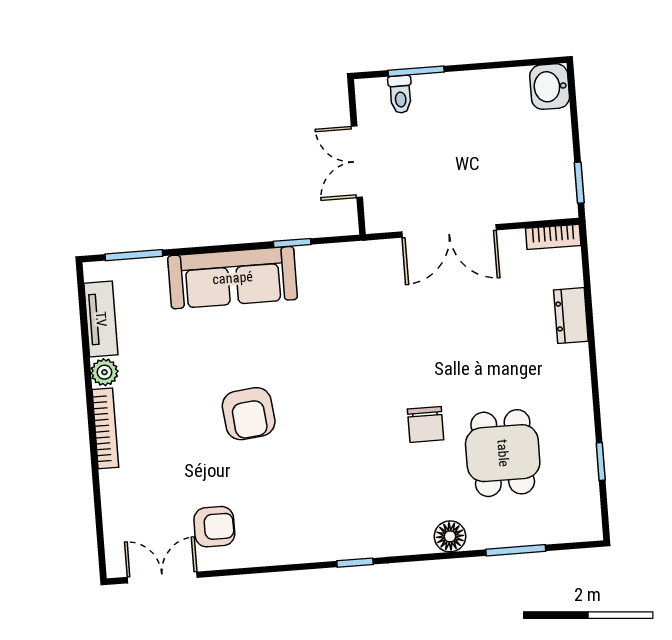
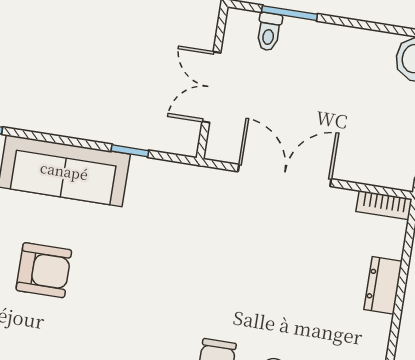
double door: (449, 231) -> (285, 175), swing flipped
armchair: (249, 414) -> (44, 270), moved, turned -84

